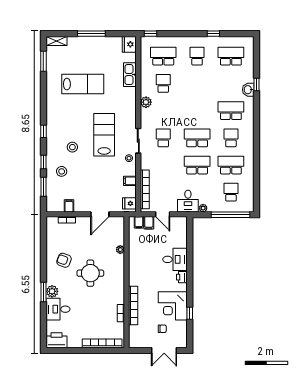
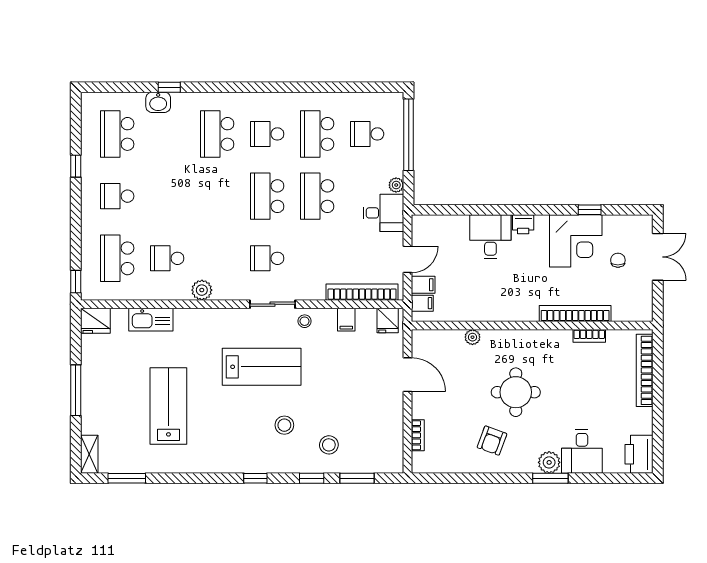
washbasin: (248, 90) -> (158, 102), moved
lab bench: (104, 135) -> (262, 367), turned 180
filing cabinet: (69, 206) -> (392, 431), removed

